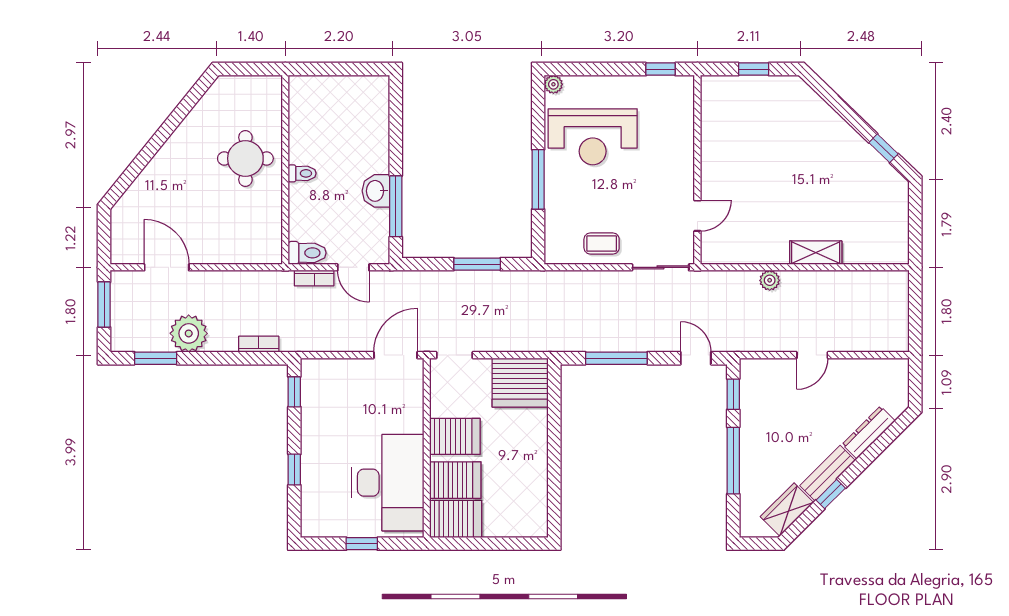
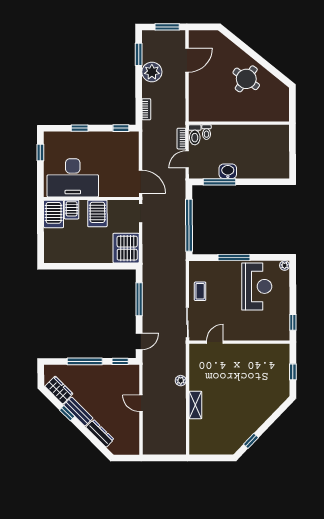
reception desk: (593, 137) -> (257, 286), turned 180
round table: (245, 158) -> (246, 79), moved, turned 37
toilet: (302, 173) -> (206, 132), moved
door: (697, 216) -> (215, 342), swing flipped
window: (477, 264) -> (189, 225), width x2.11
server rack: (455, 480) -> (72, 210), width x0.73, depth x0.70
window: (362, 544) -> (40, 153), moved

